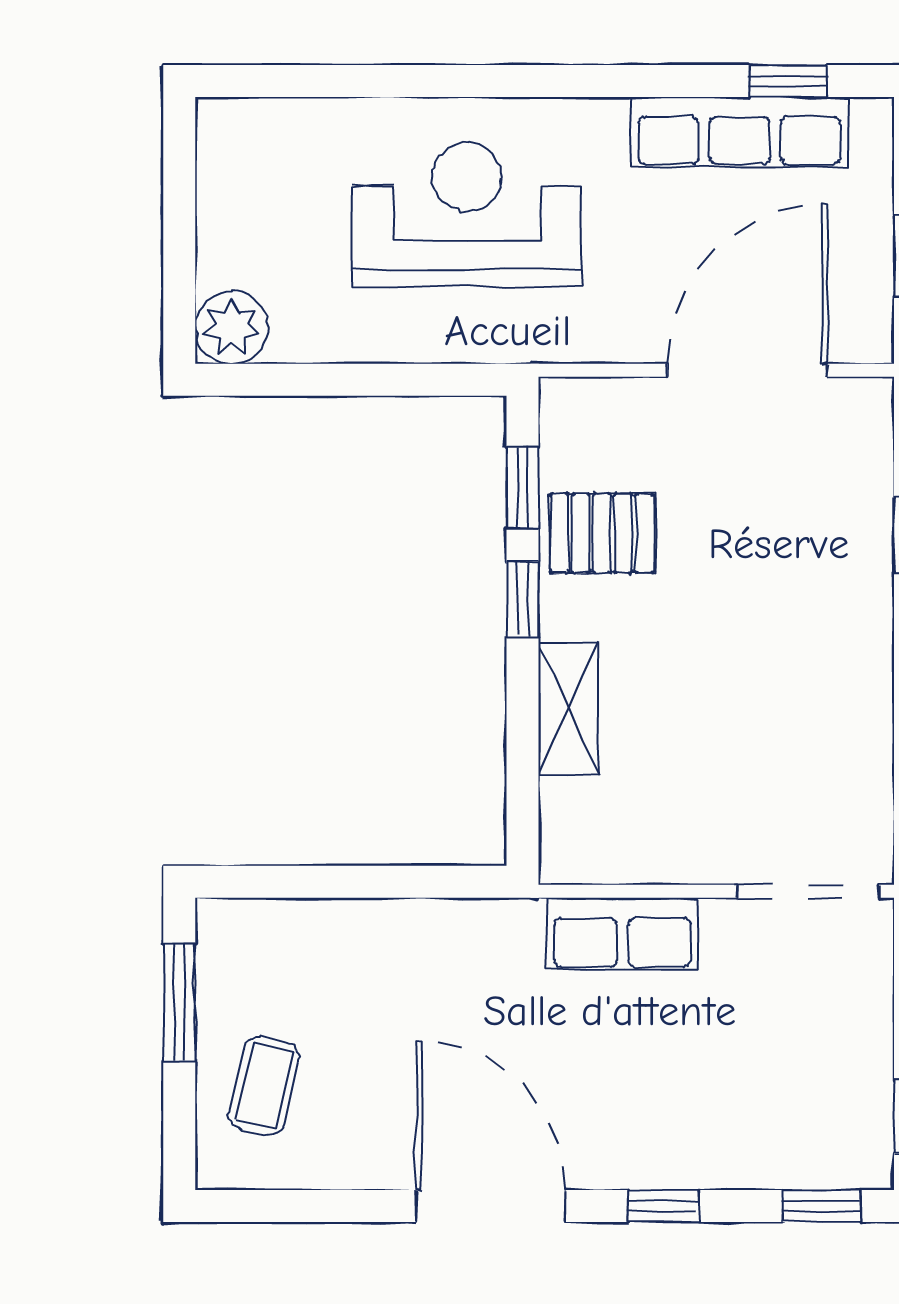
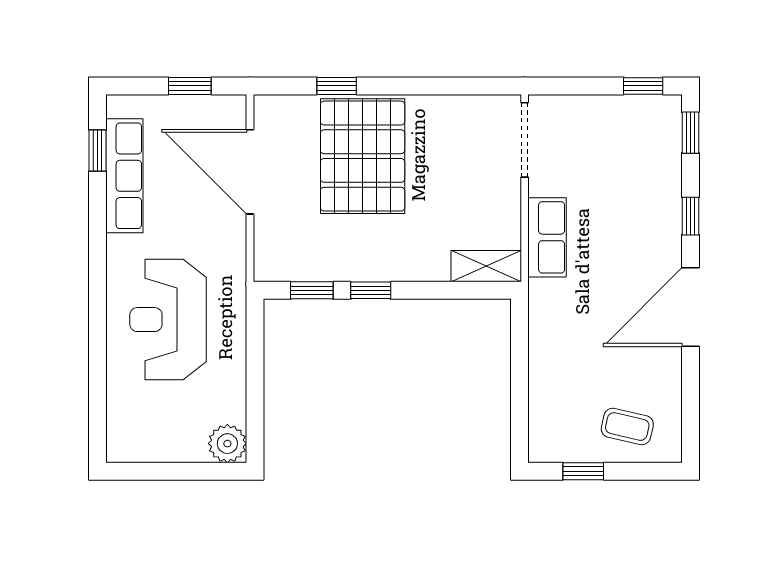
pallet: (602, 533) -> (363, 156), moved, width x2.05, depth x2.00
shelving: (568, 709) -> (486, 266), moved
window: (179, 1003) -> (583, 471), width x0.67

